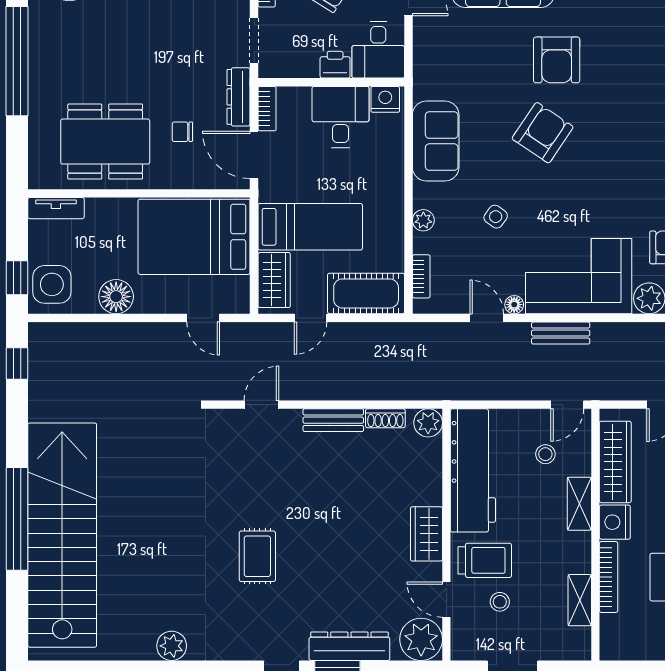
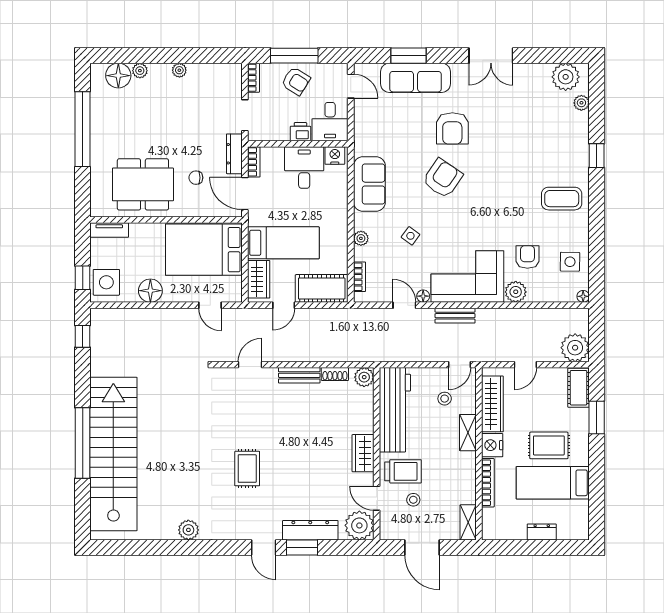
shelving: (580, 600) -> (468, 522), moved

